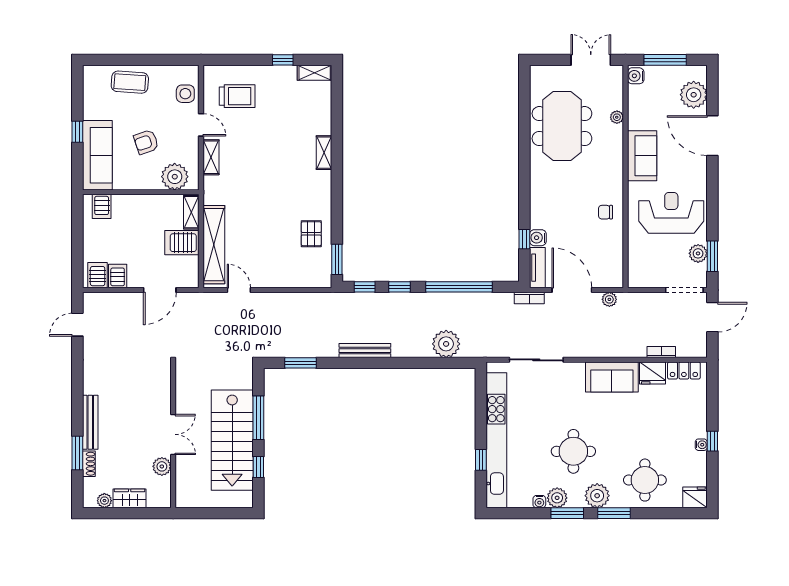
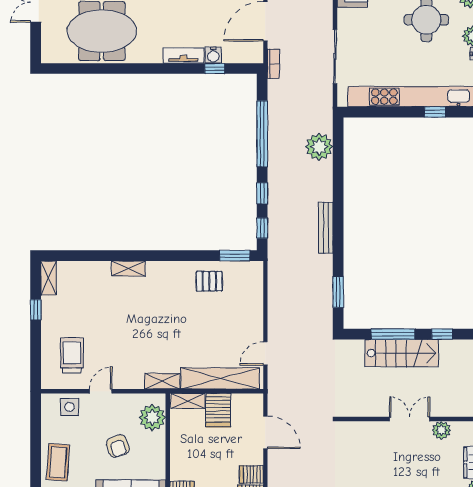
shelving: (211, 157) -> (162, 381), moved
tv unit: (537, 268) -> (183, 56), moved
stairs: (232, 440) -> (402, 353), width x0.73, depth x0.66

